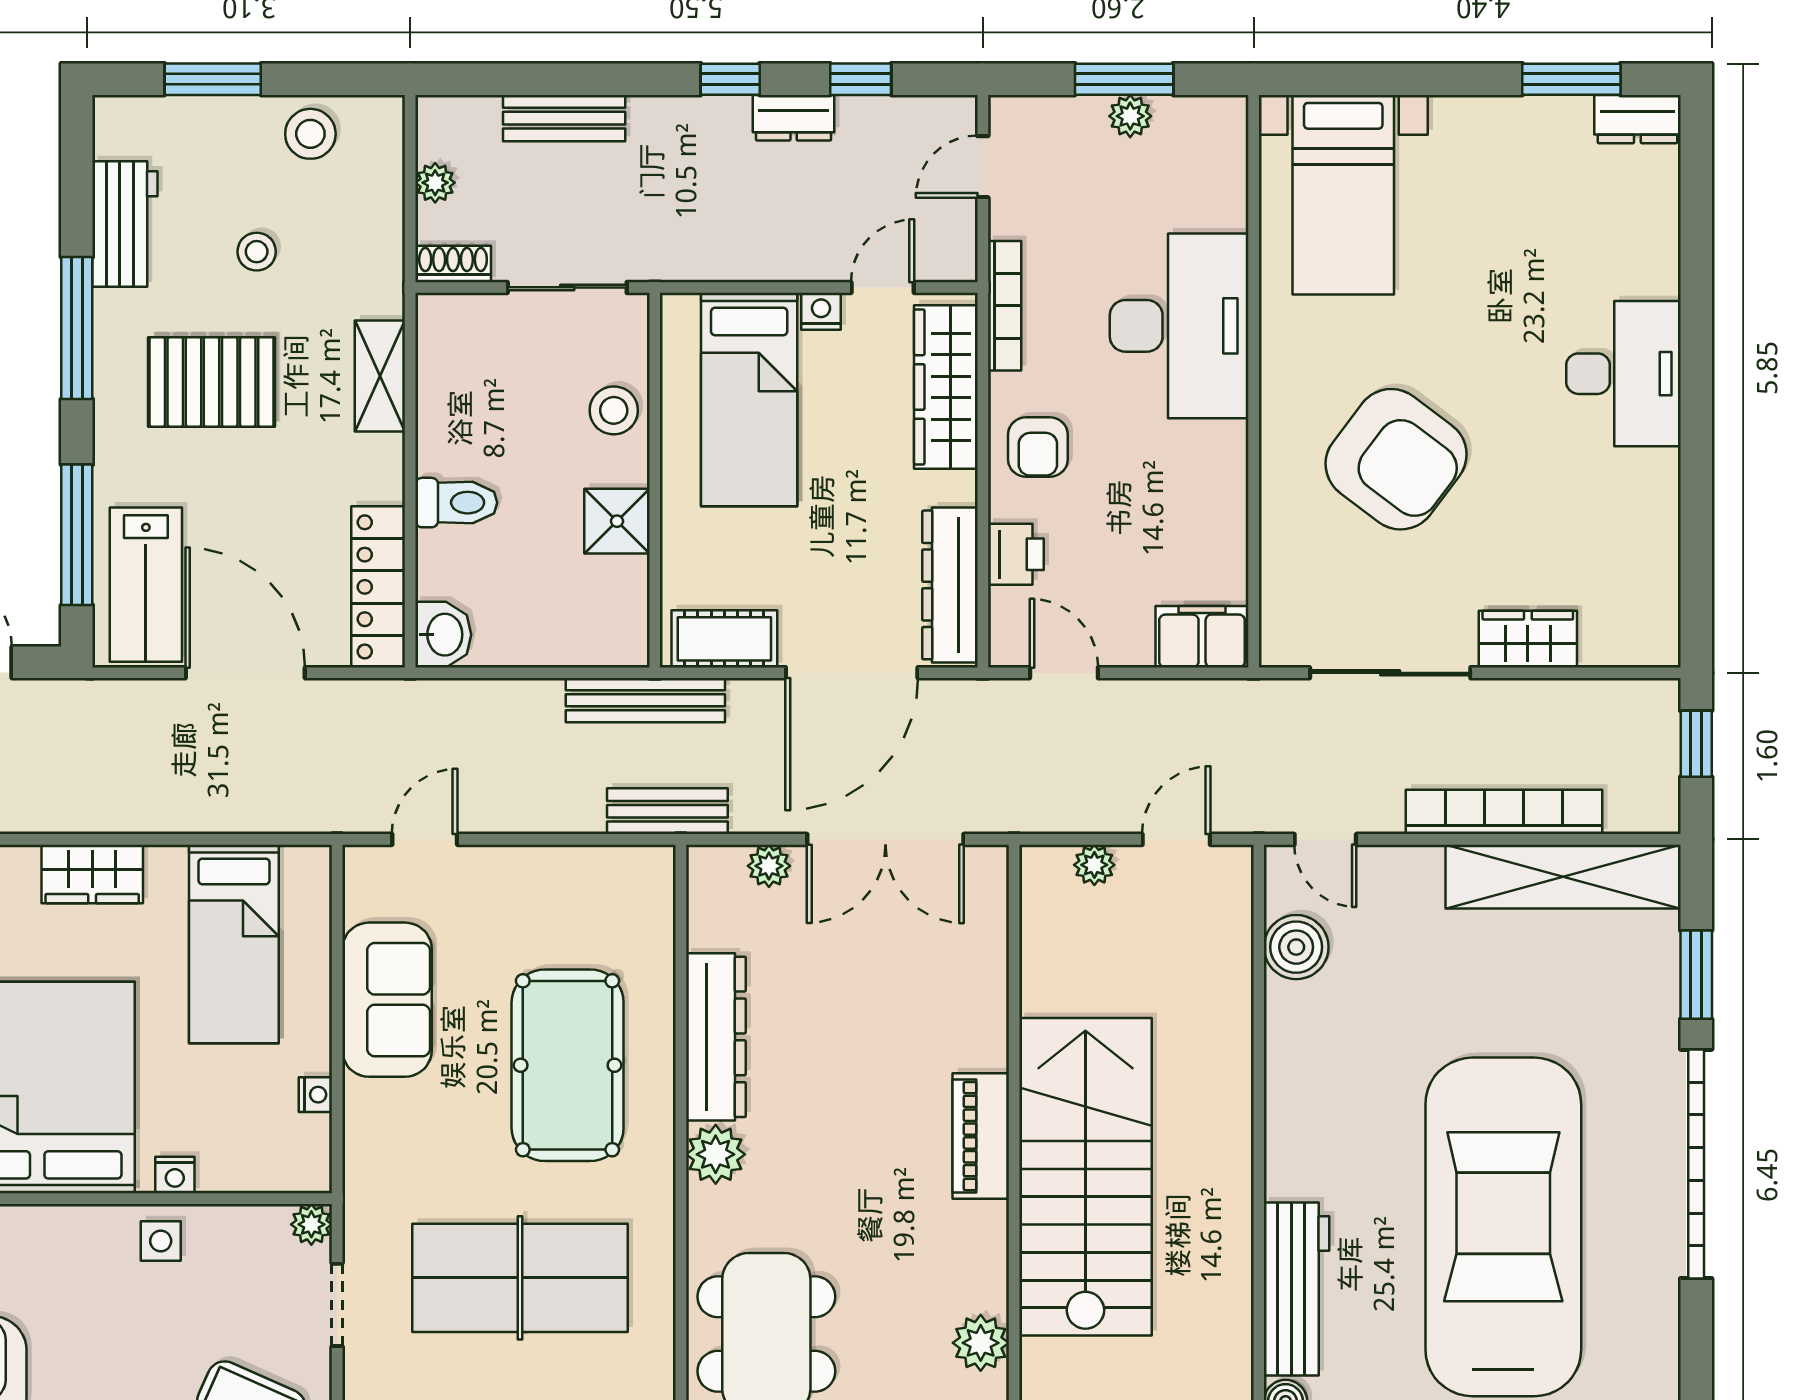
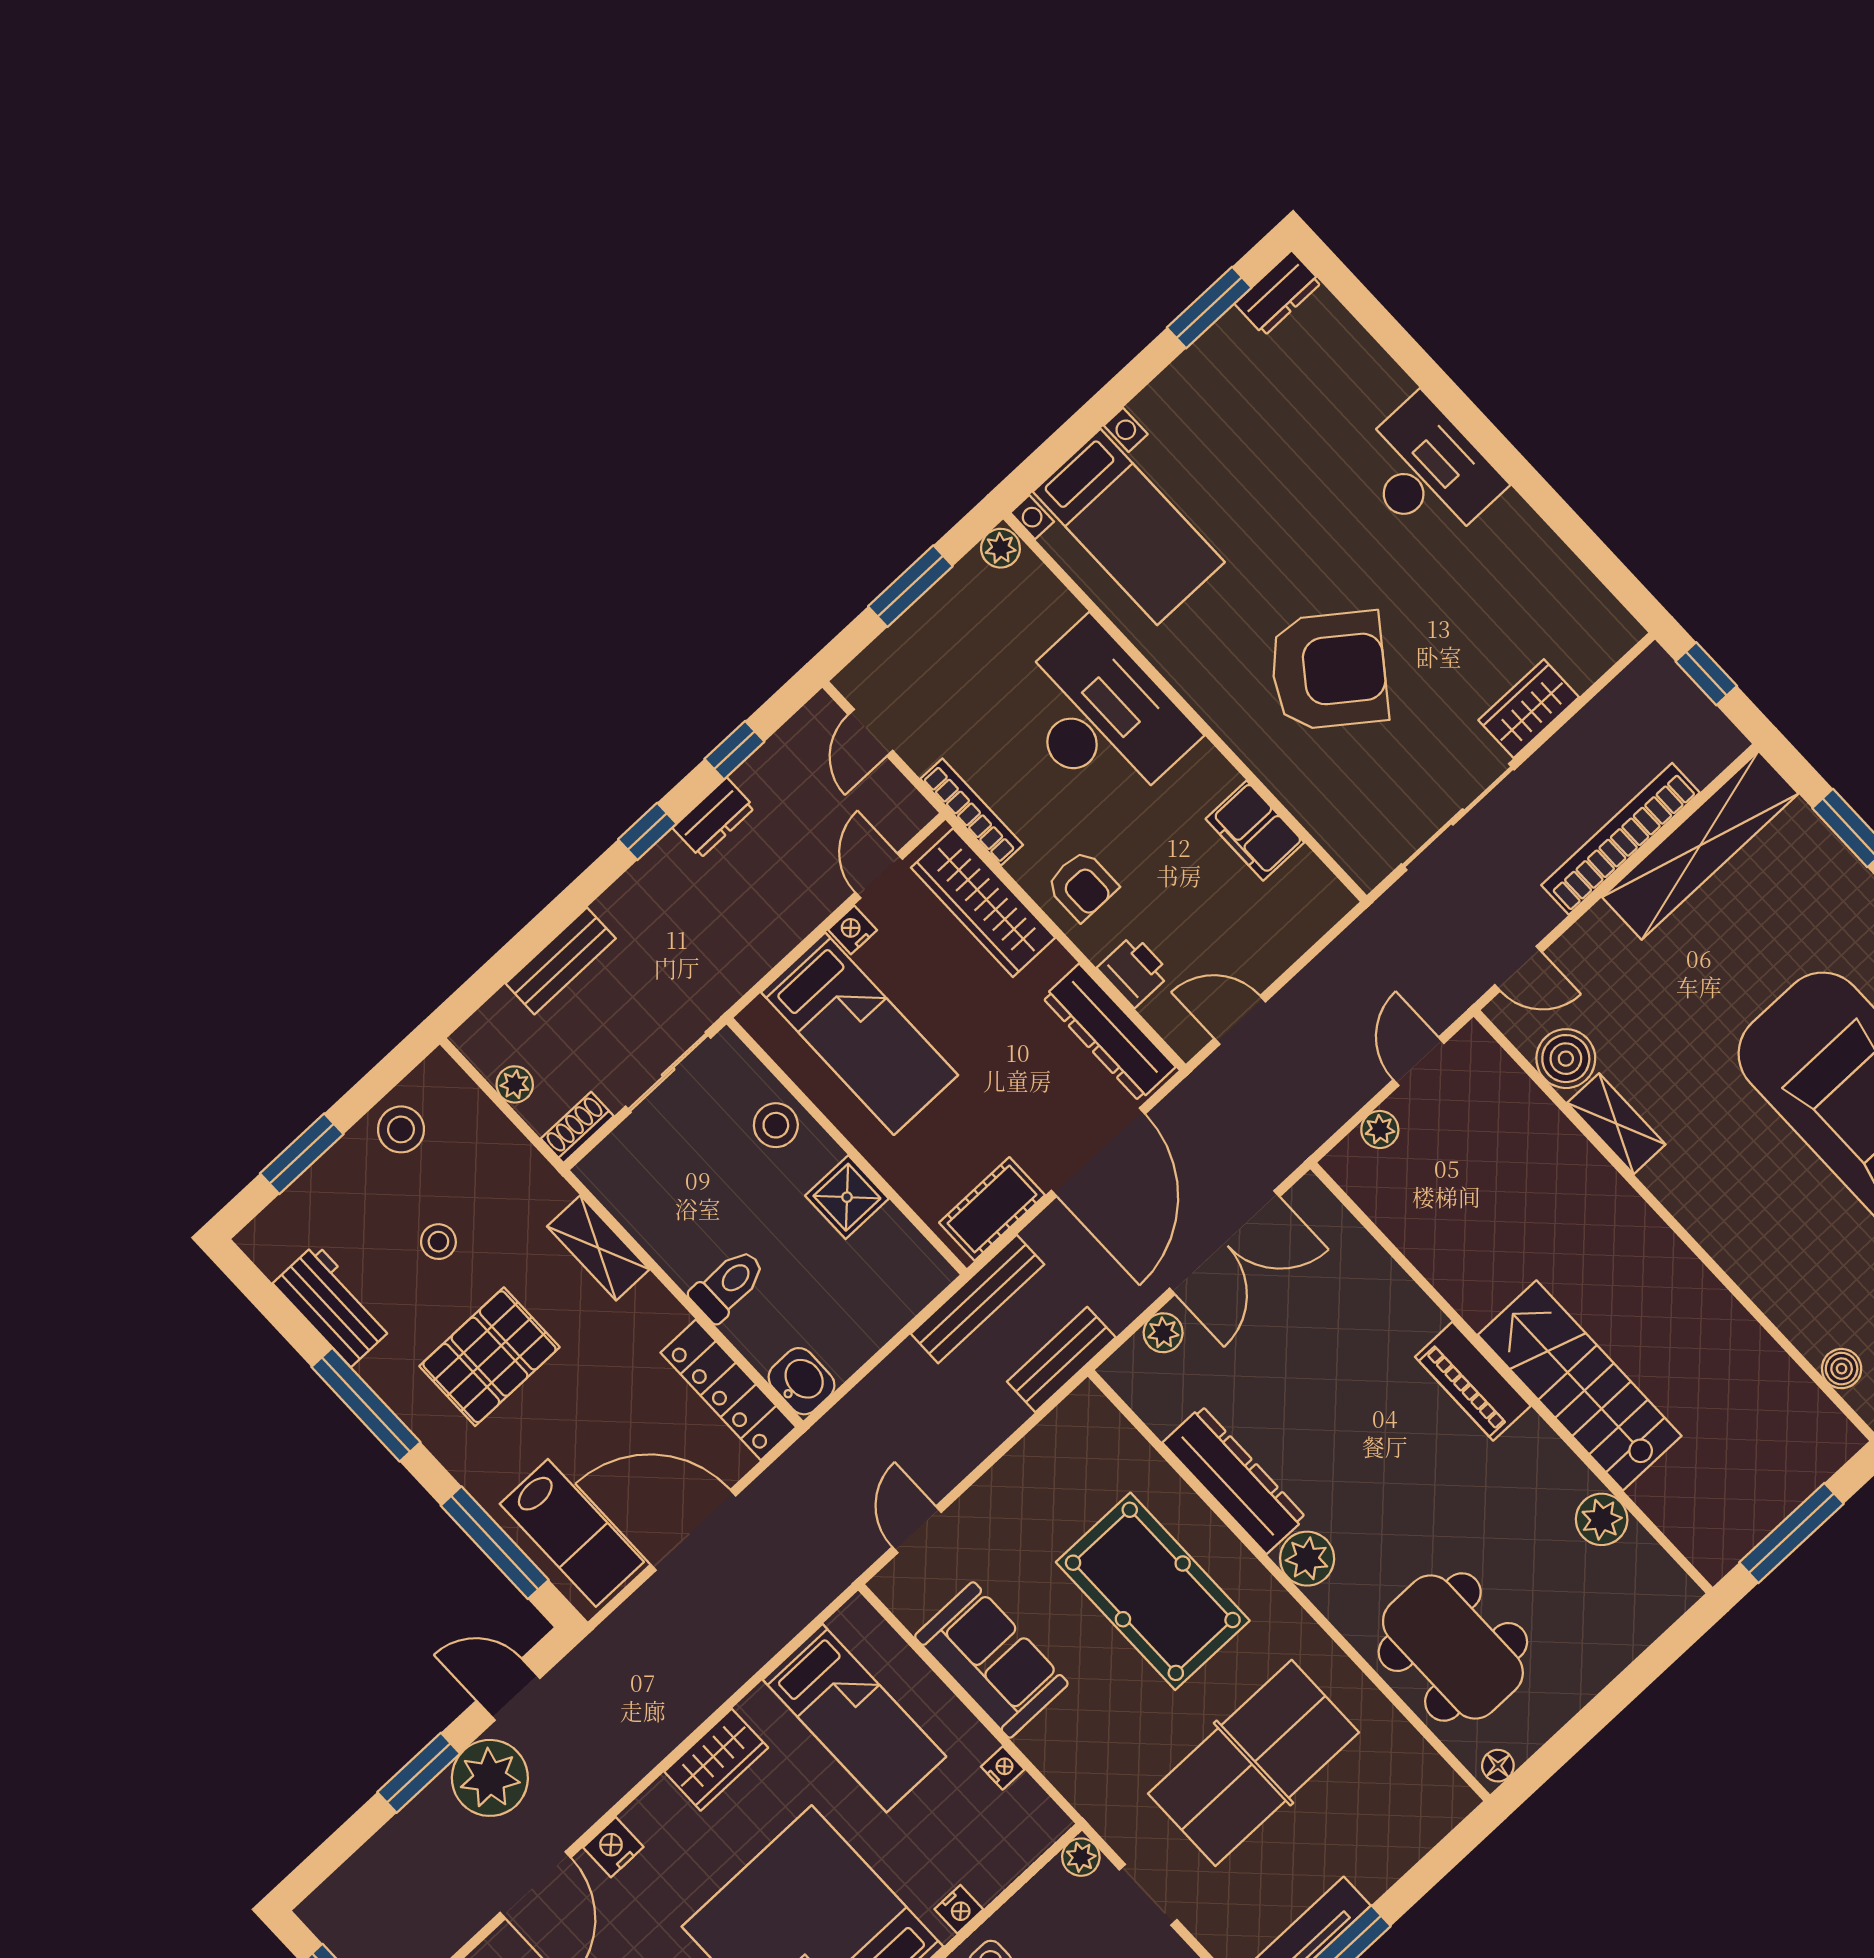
plant: (1130, 116) -> (1000, 548), moved
filing cabinet: (1202, 637) -> (1255, 831), moved, turned -90
shelving: (1288, 1037) -> (1616, 1124), added
stairs: (1085, 1177) -> (1580, 1385), width x0.73, depth x0.66
workbench: (1297, 1289) -> (1779, 1287), removed

